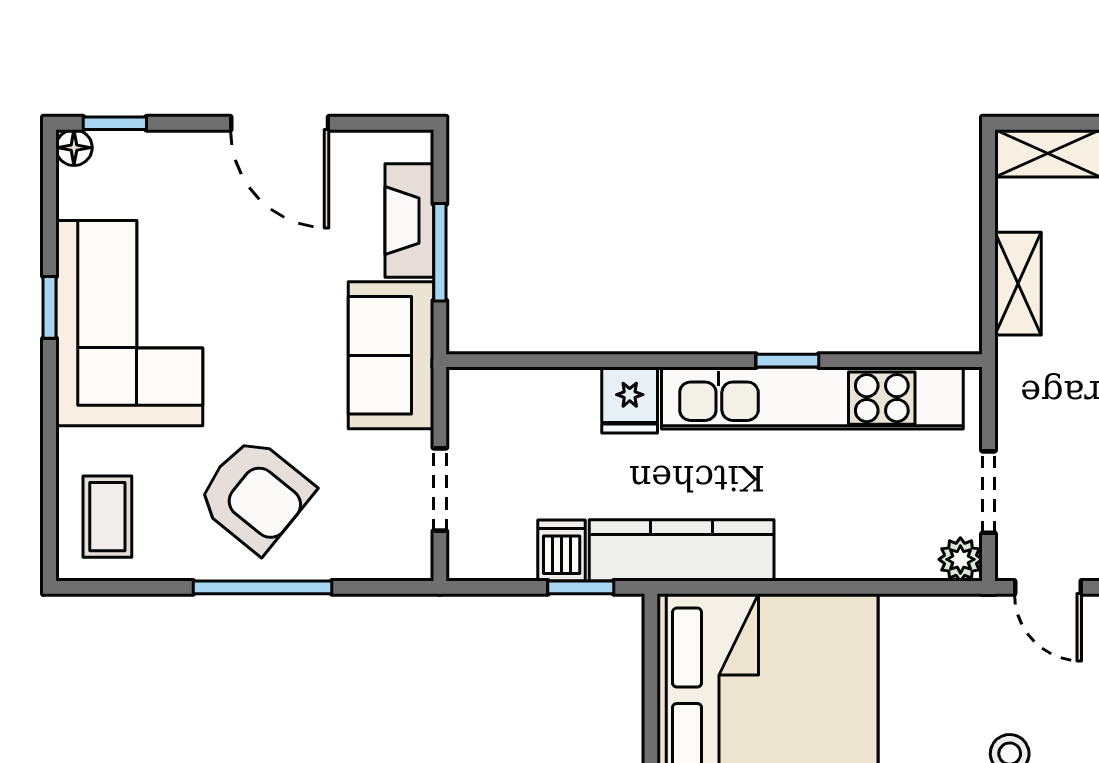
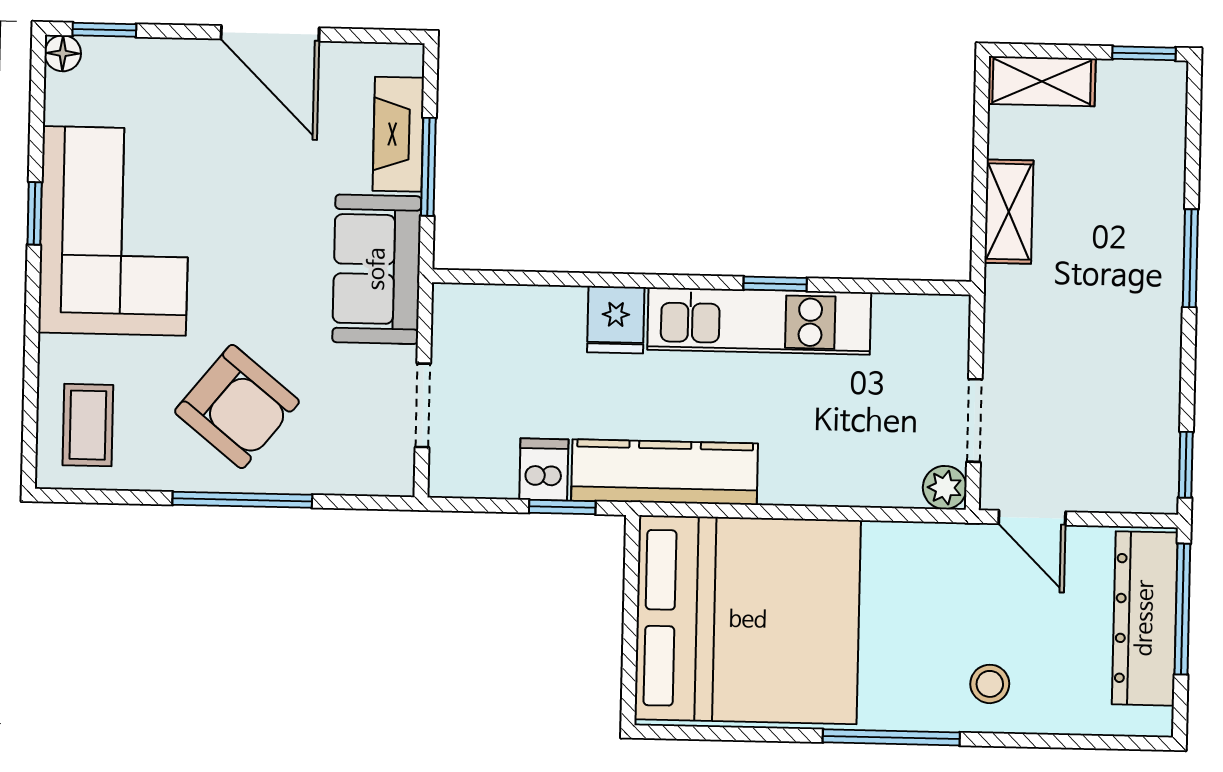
kitchen unit: (812, 398) -> (759, 321), width x0.73

